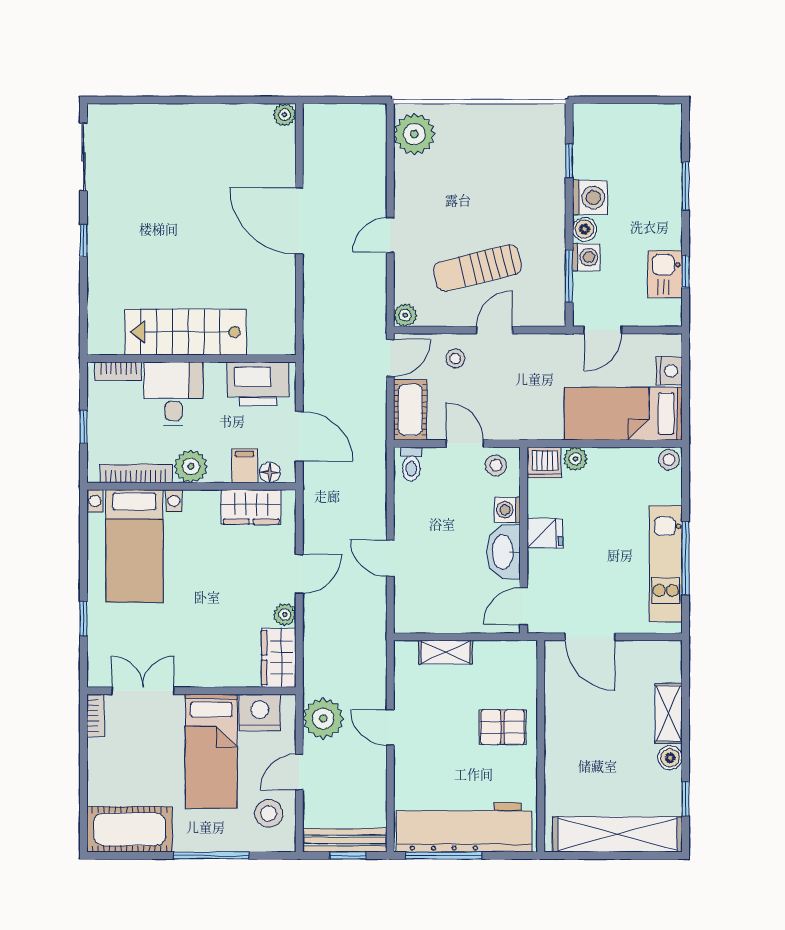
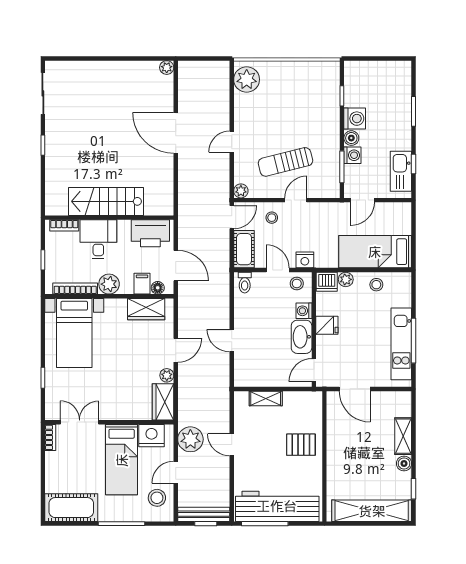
kitchen sink: (665, 274) -> (401, 171), width x1.38
nightstand: (669, 371) -> (305, 260), moved, turned 90
stool: (669, 460) -> (376, 285), moved

